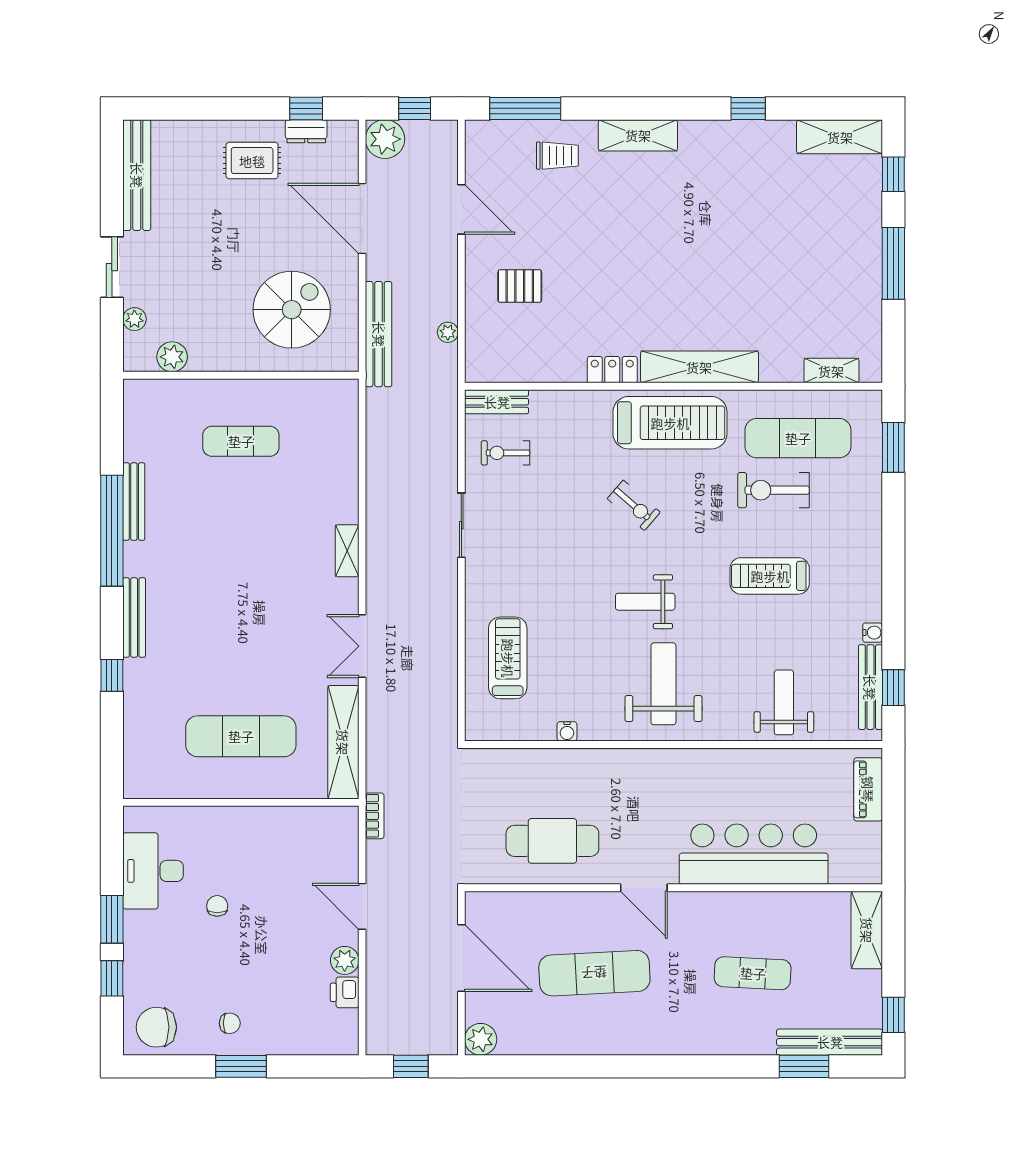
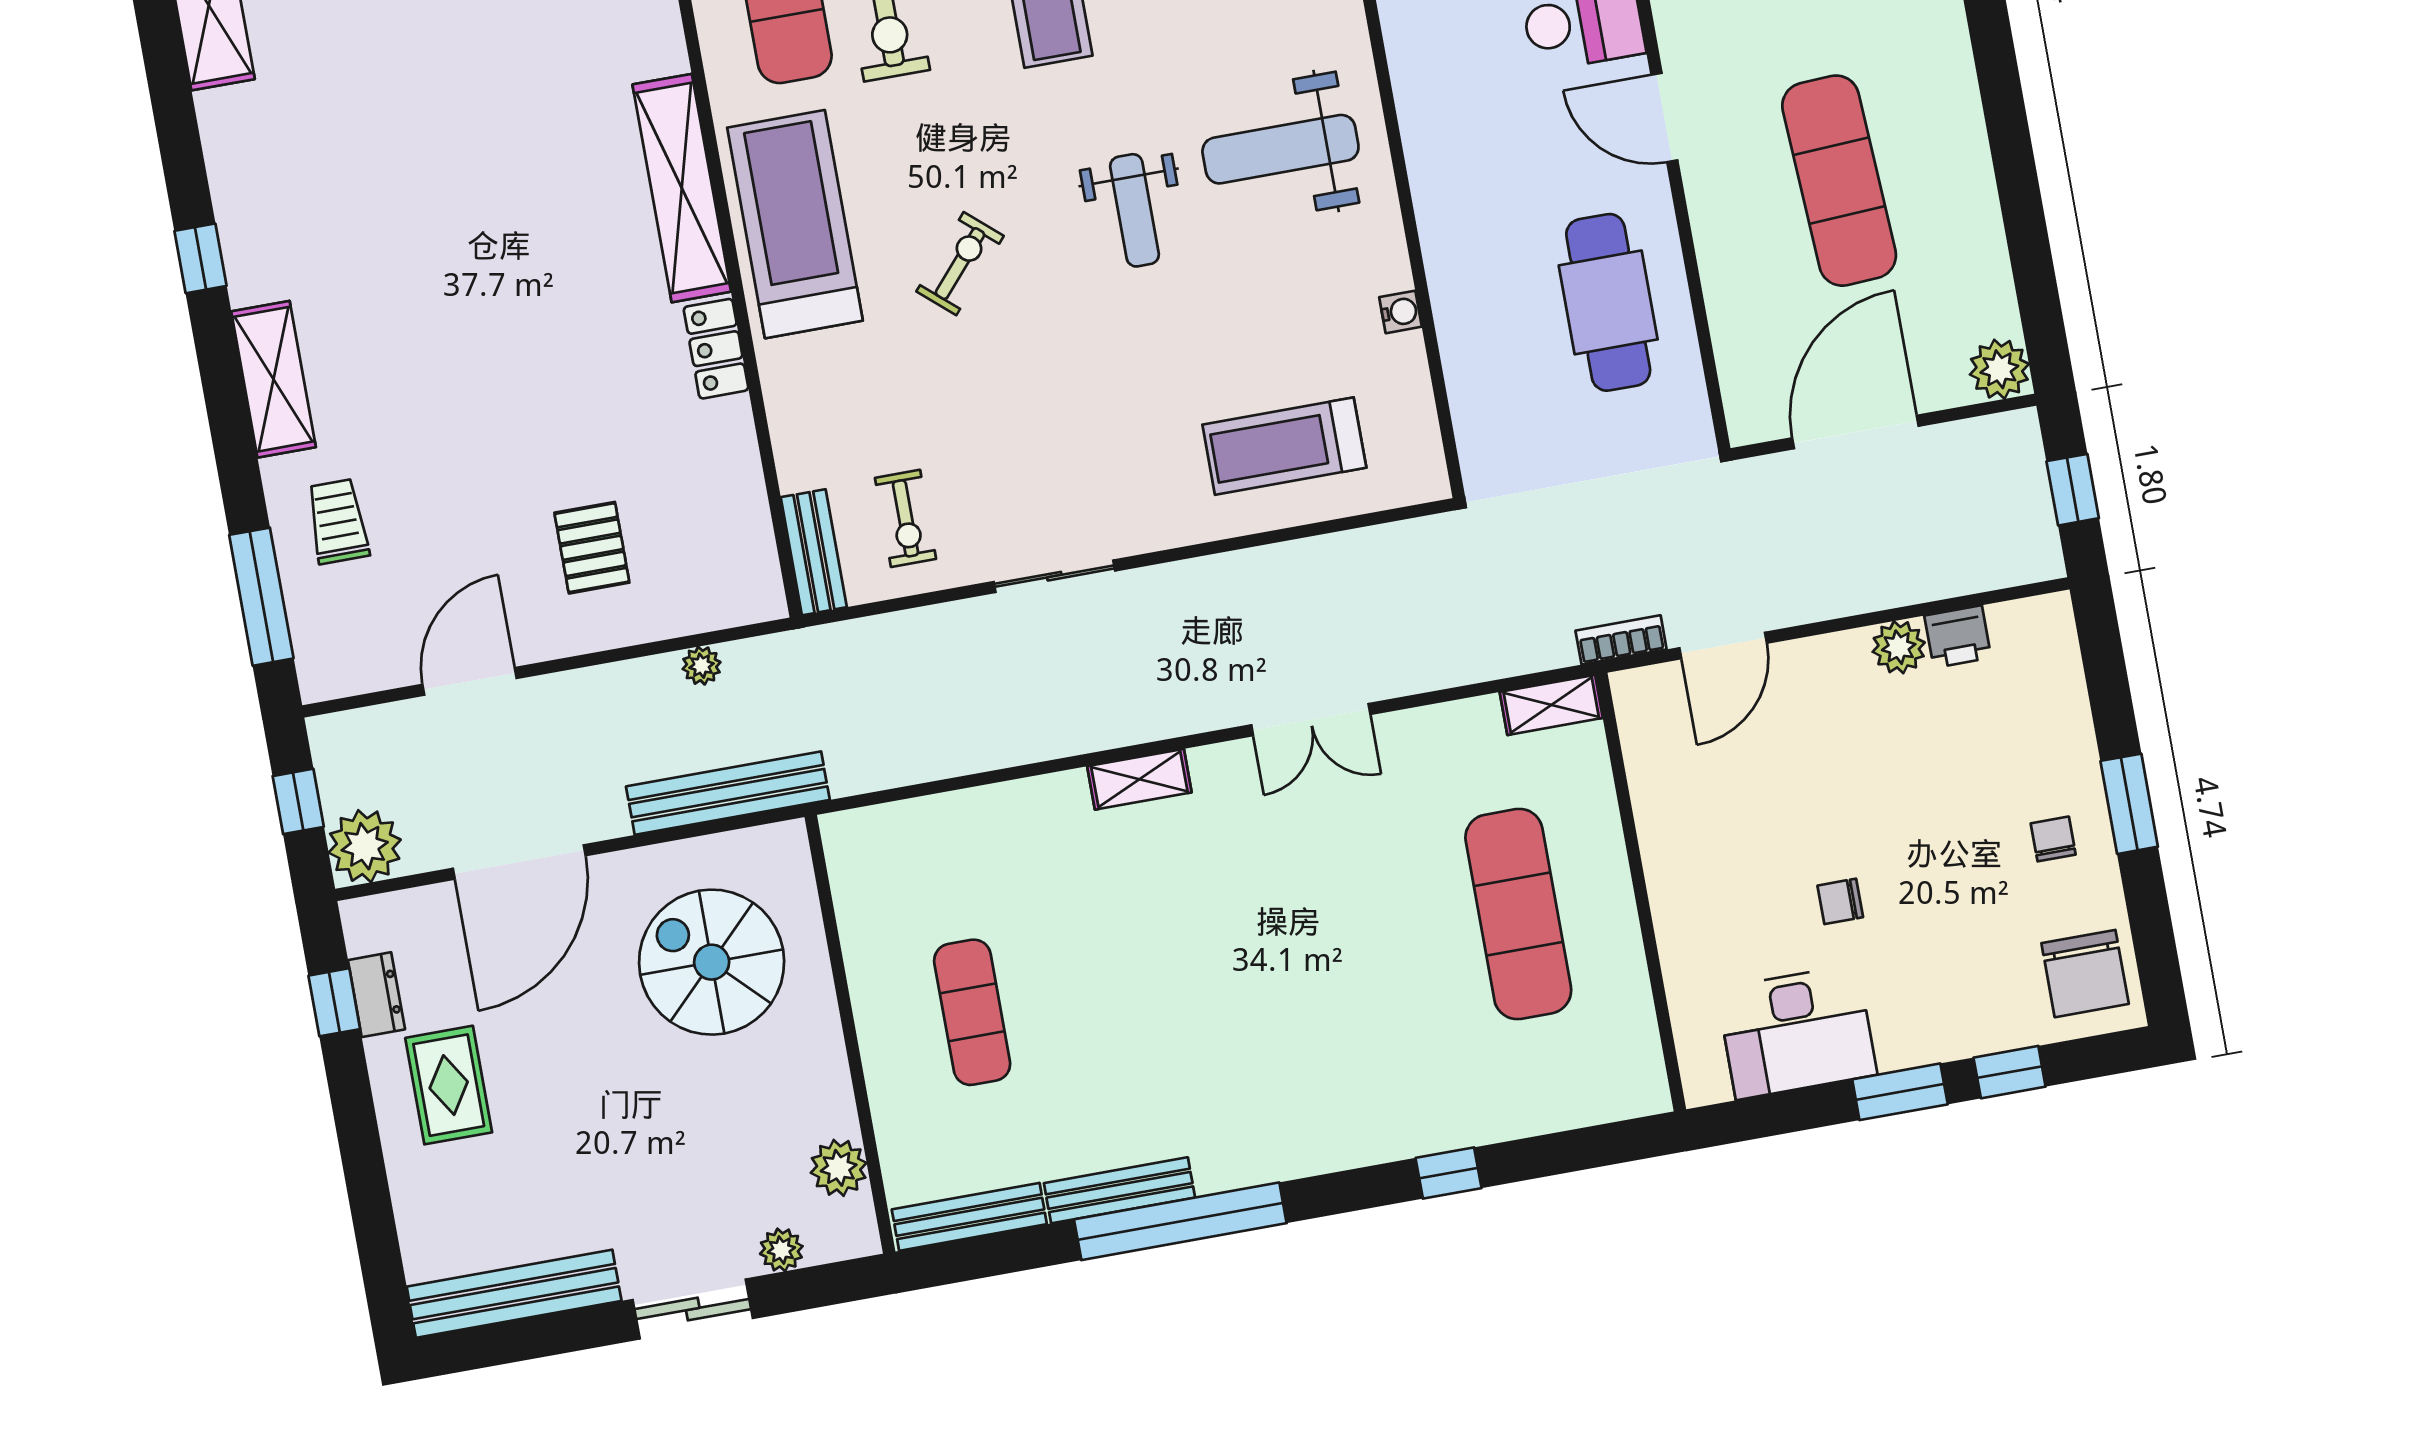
window: (748, 108) -> (200, 258), moved
bench: (134, 618) -> (969, 1217), moved
shelving: (343, 742) -> (1551, 705), width x0.45, depth x0.75
door: (644, 888) -> (1664, 117), swing flipped
door: (362, 906) -> (1723, 645), moved

